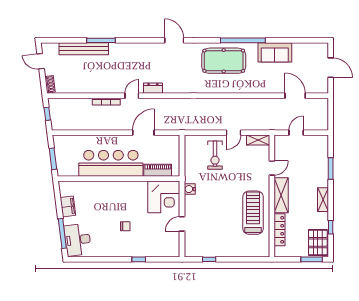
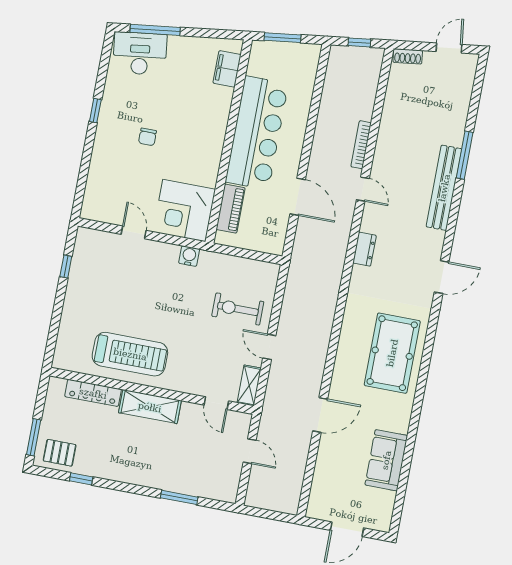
window: (243, 40) -> (420, 391), removed
bench: (84, 49) -> (444, 188), moved
sofa: (275, 52) -> (386, 460), moved
dresser: (153, 88) -> (365, 249), moved
door: (295, 96) -> (320, 415), moved
door: (272, 168) -> (216, 403), moved
shelving: (323, 200) -> (129, 475), removed
filing cabinet: (68, 206) -> (227, 69), moved, turned 97
pallet: (318, 243) -> (60, 453), width x0.67, depth x0.71
window: (139, 259) -> (95, 111), moved

